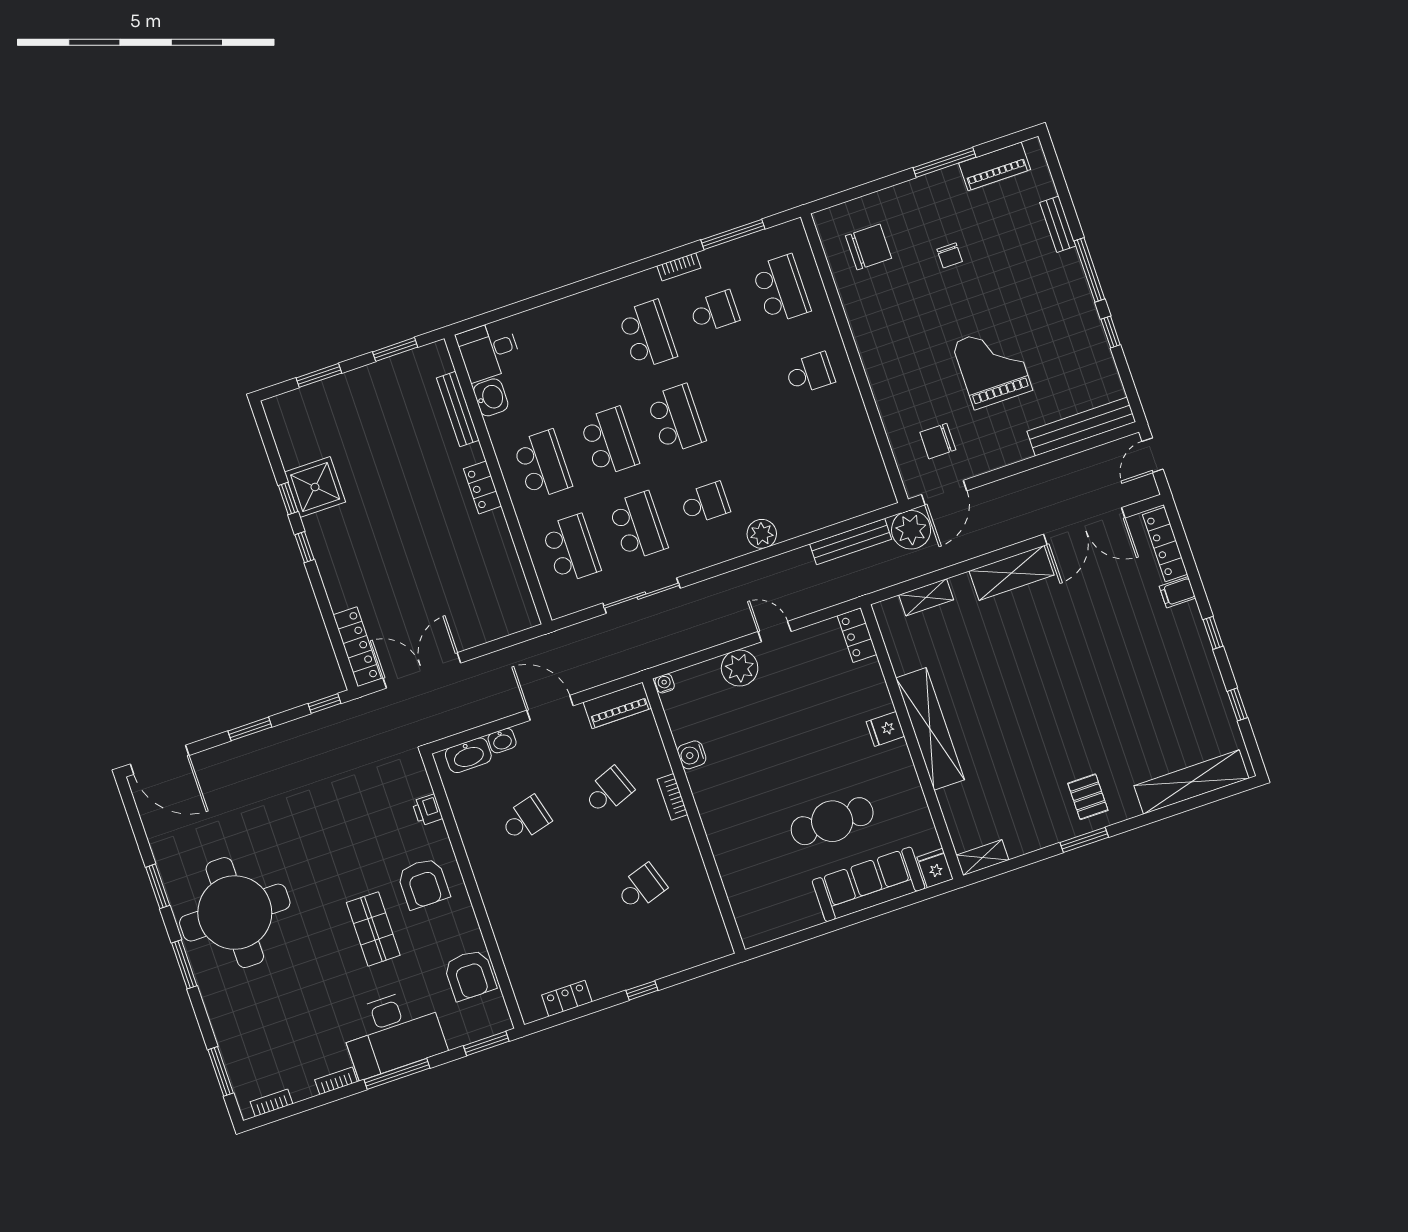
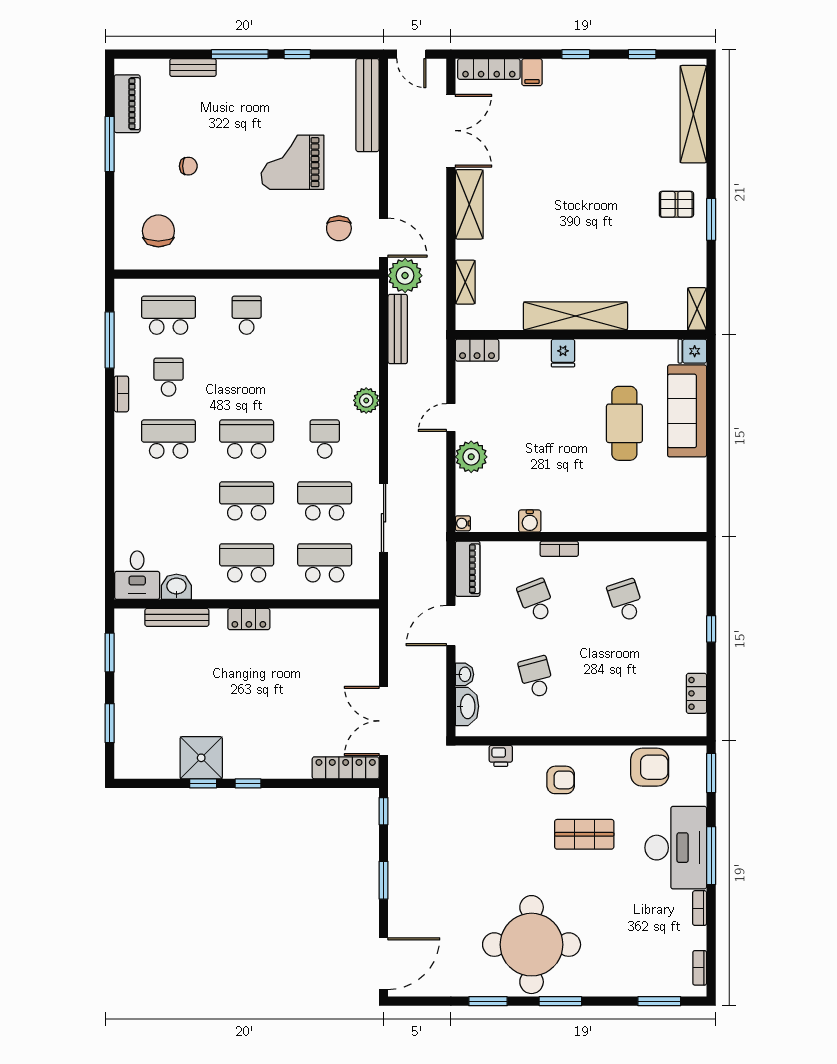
armchair: (423, 883) -> (561, 780), width x0.72, depth x0.72

